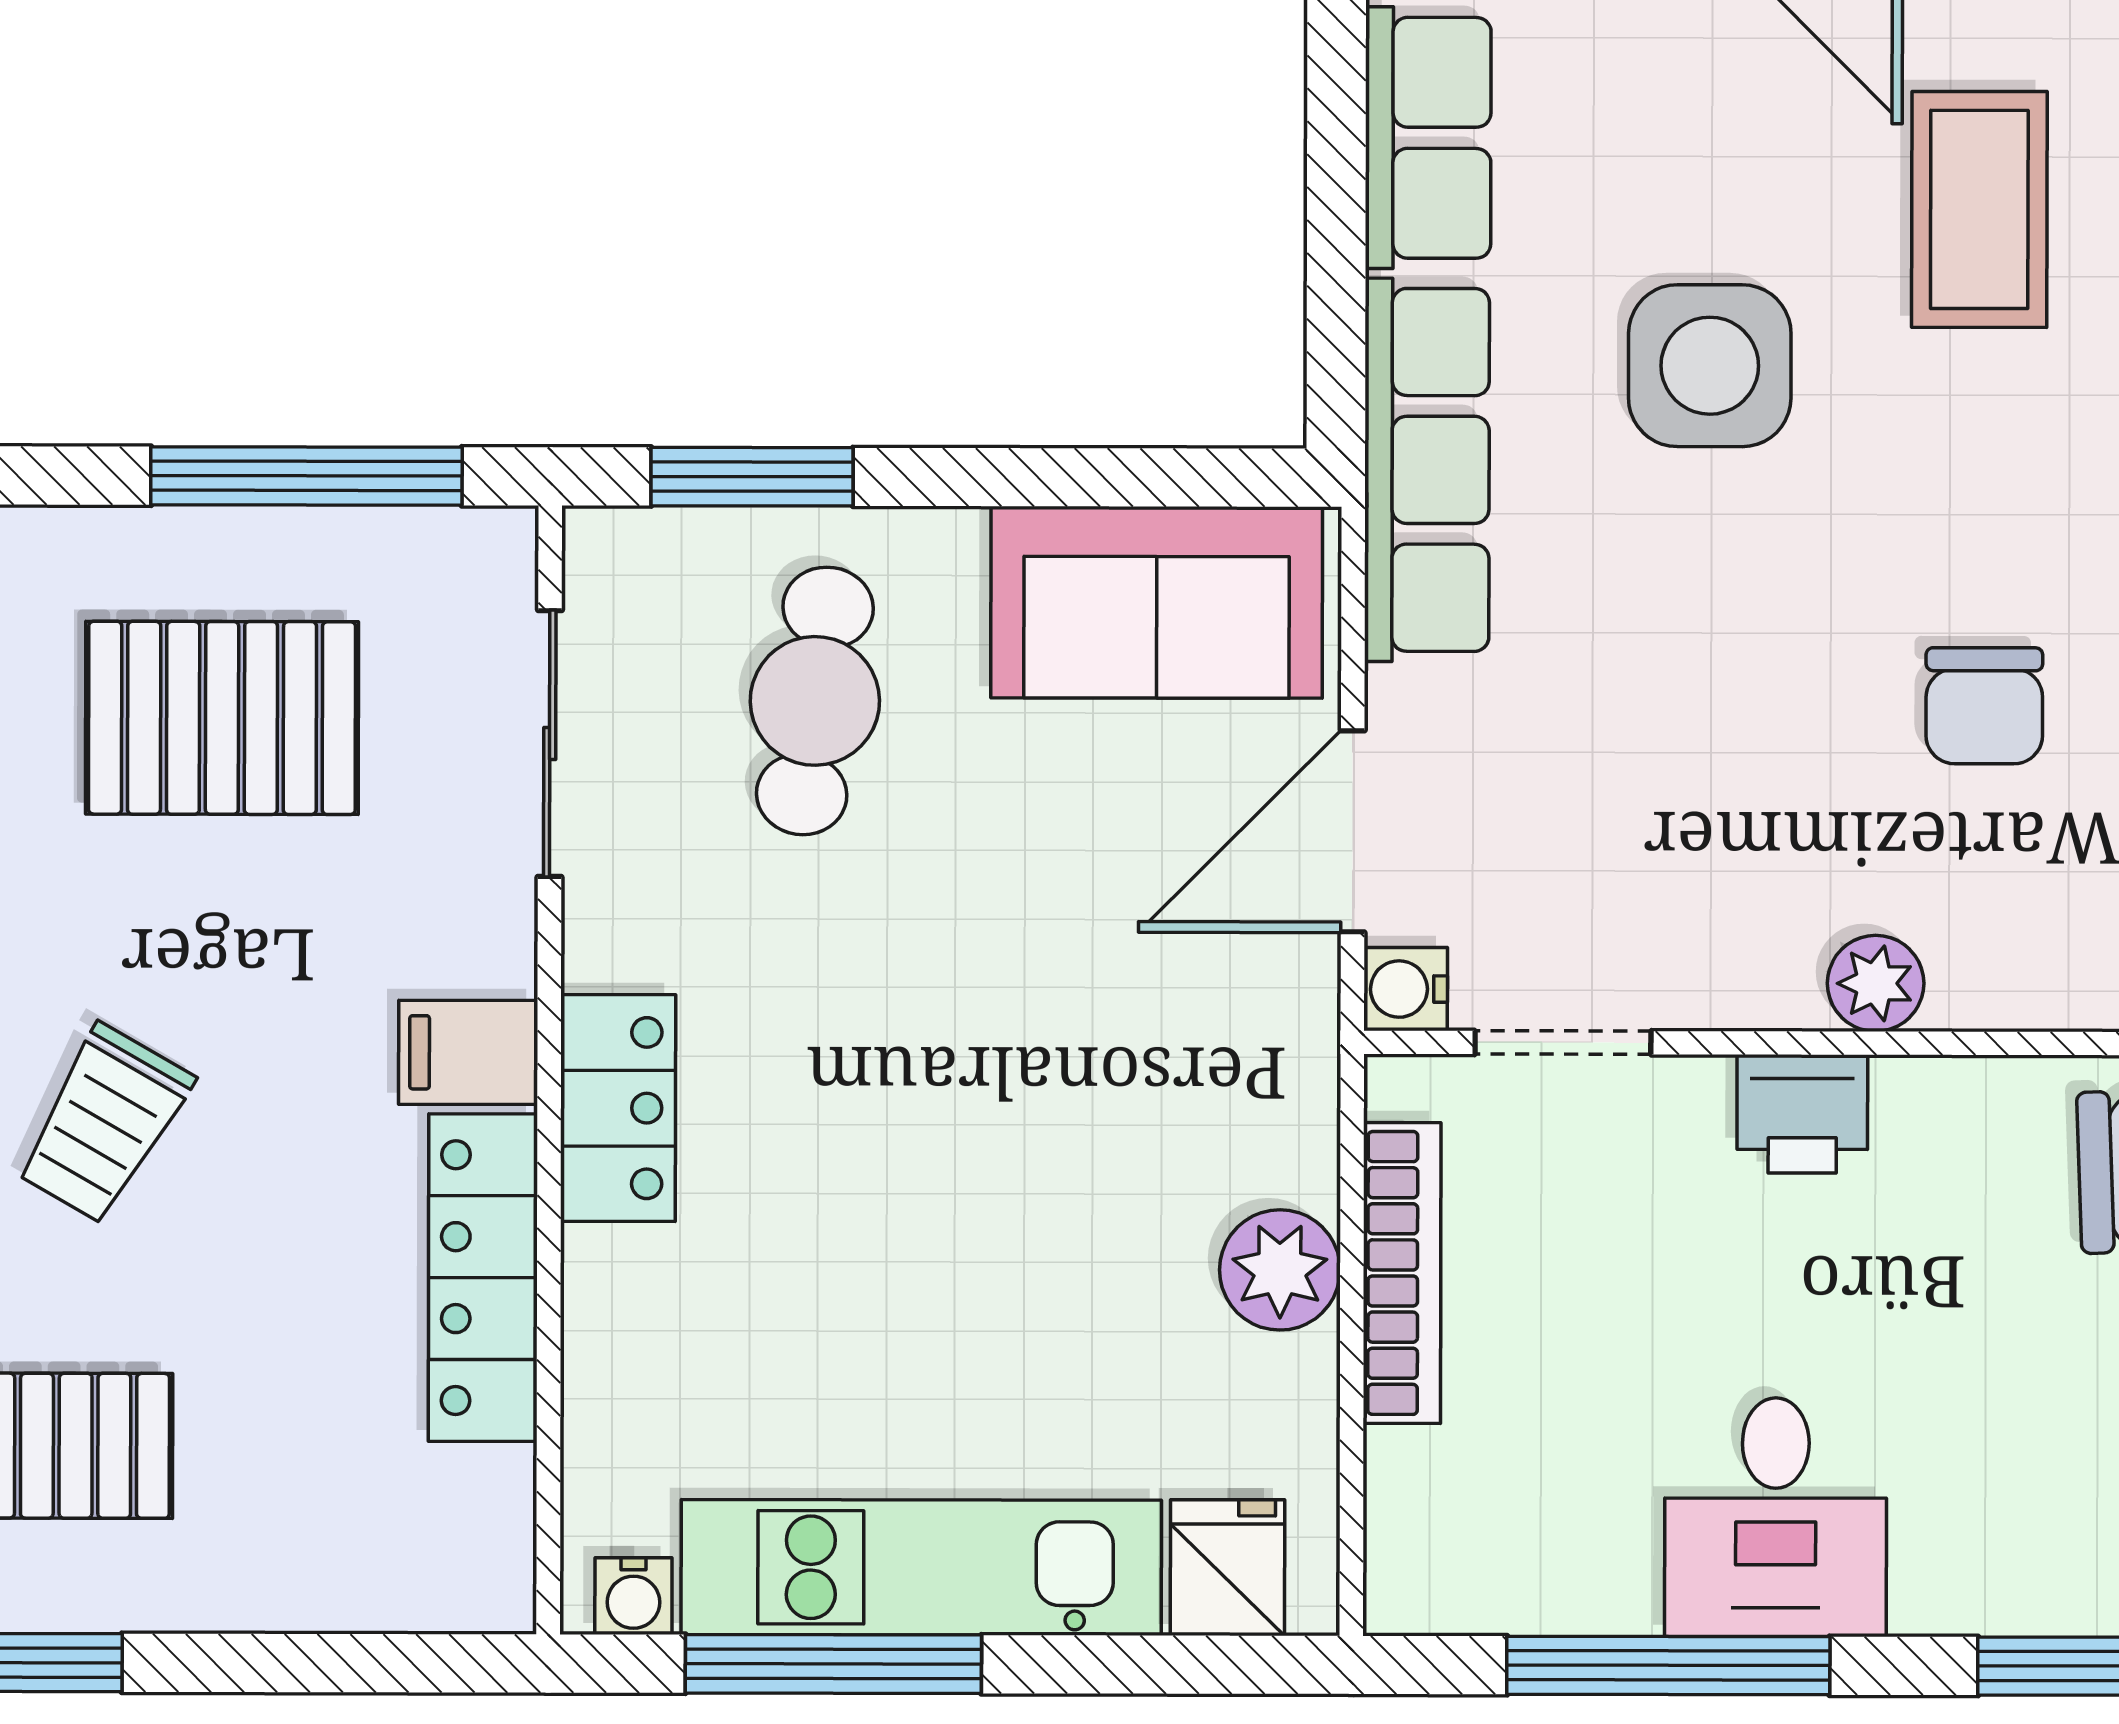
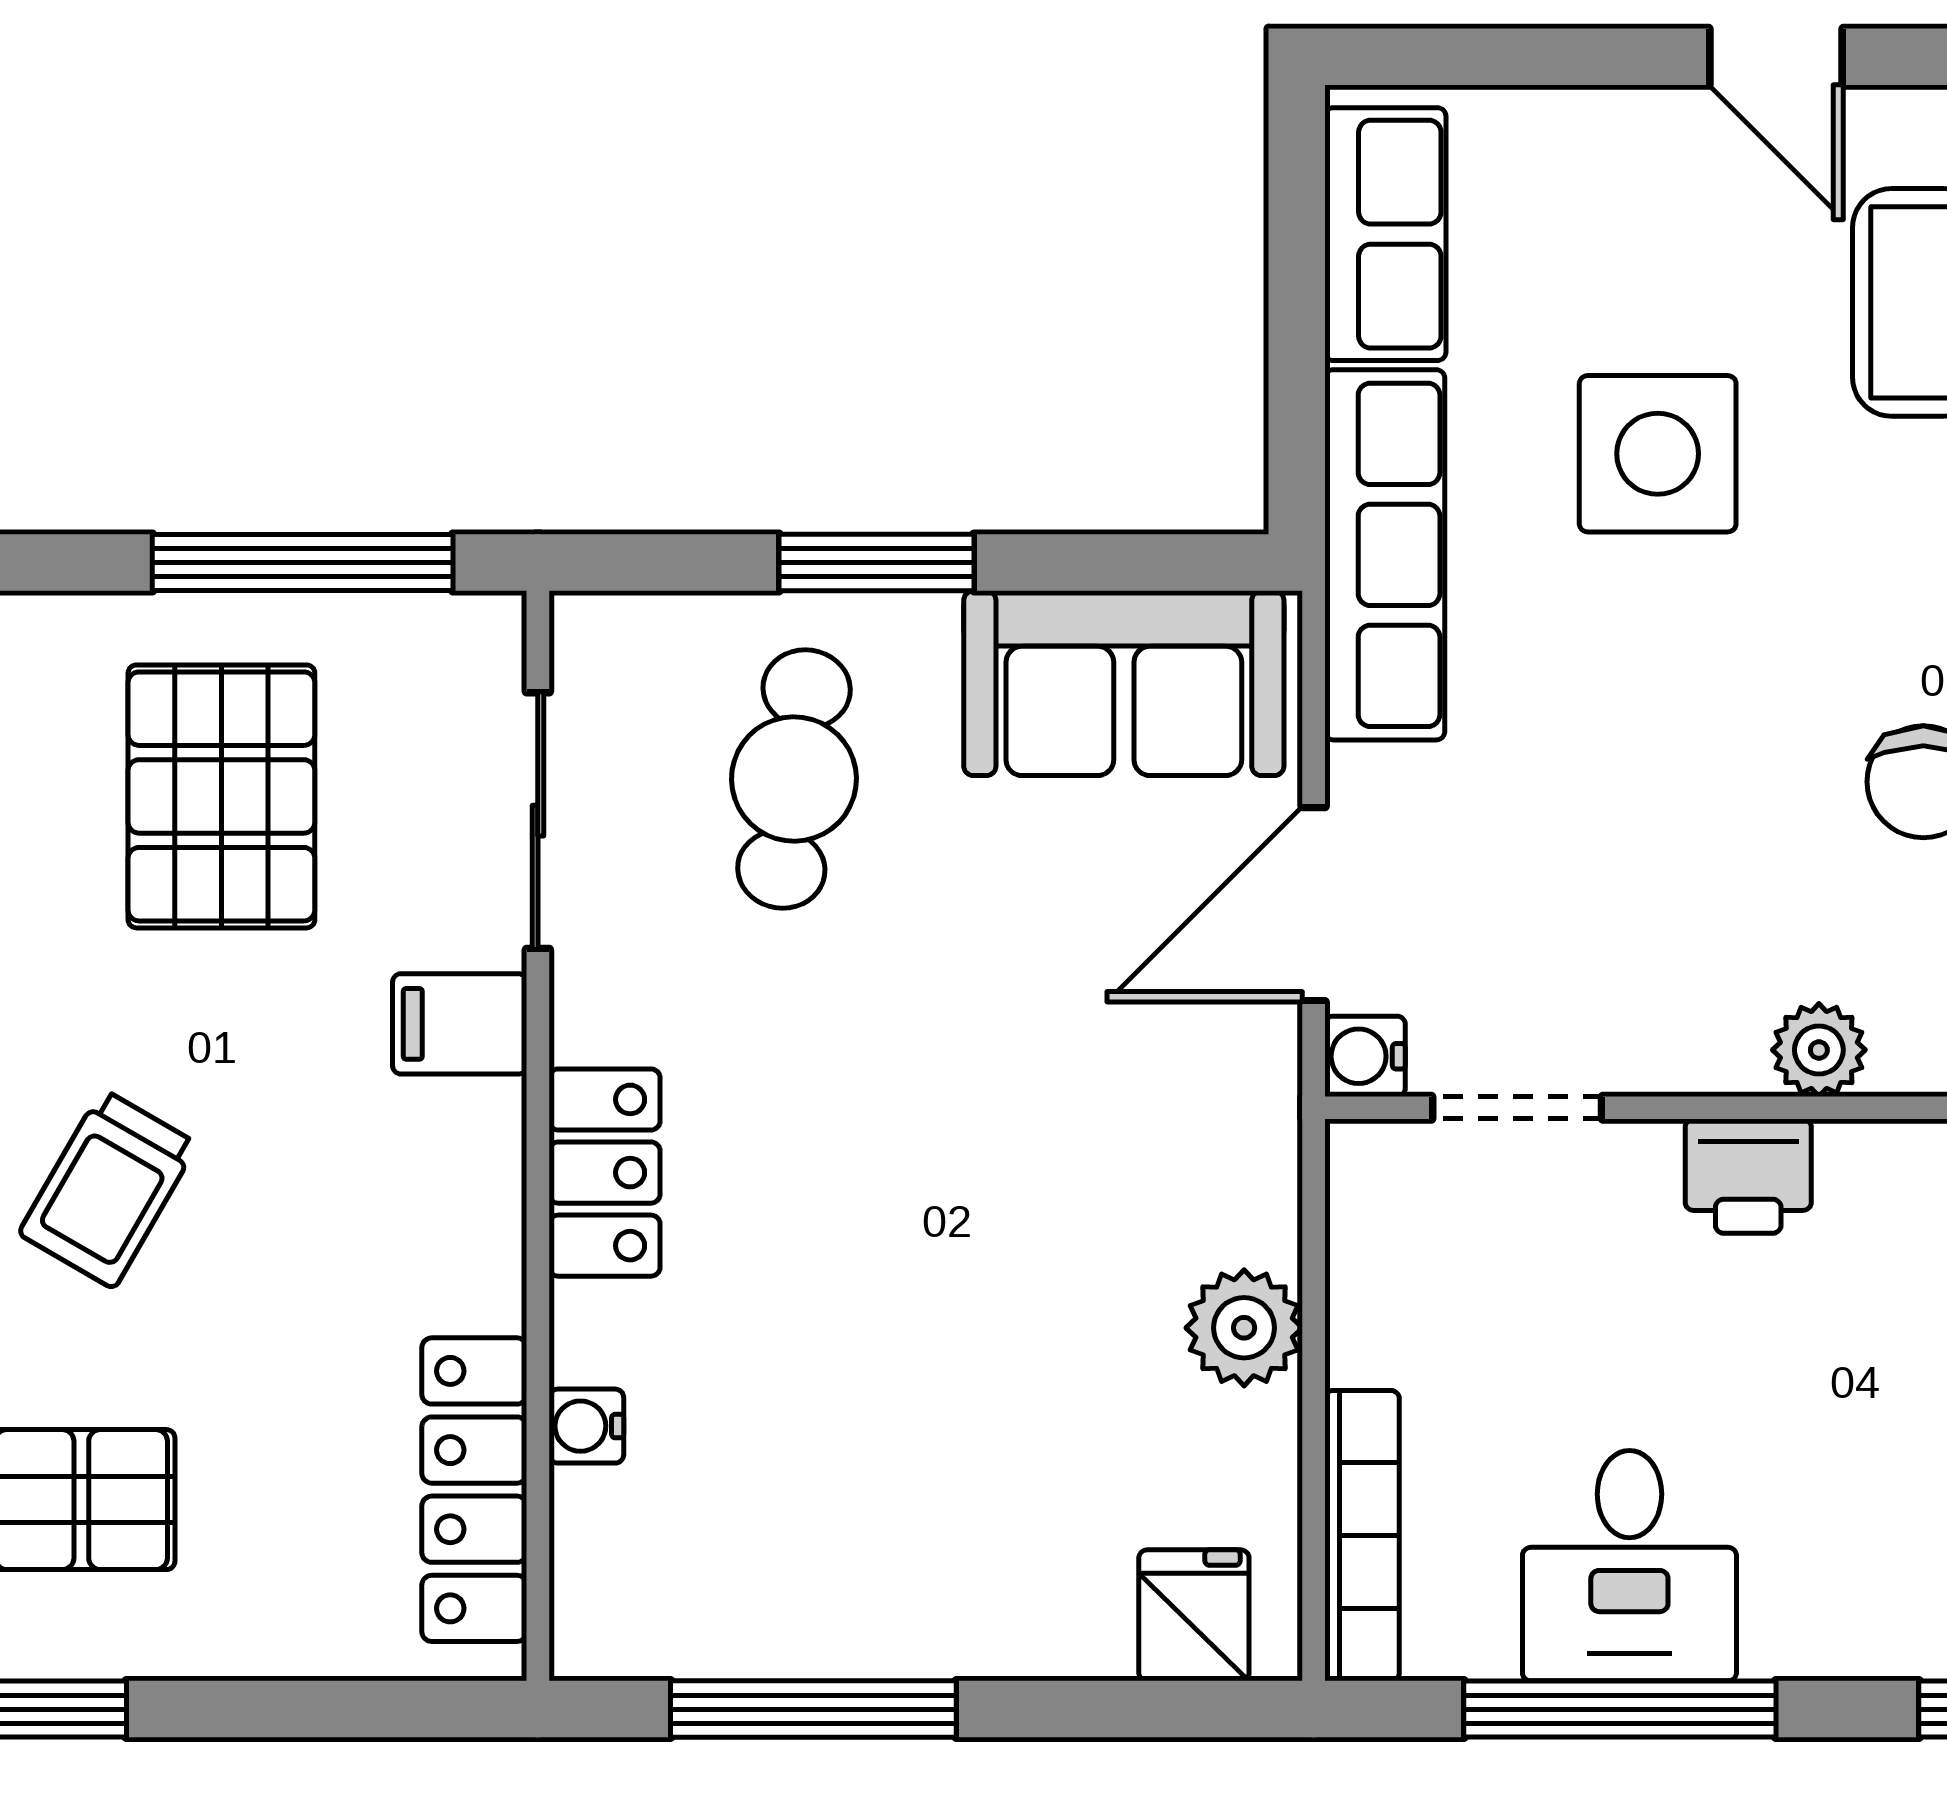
window: (752, 477) -> (876, 563), moved
pallet: (222, 718) -> (221, 796), turned 90
filing cabinet: (468, 1052) -> (460, 1024), moved
bookcase: (1402, 1273) -> (1362, 1536), moved
locker: (483, 1278) -> (474, 1490), moved
desk: (1776, 1517) -> (1629, 1566), moved
kitchen unit: (921, 1567) -> (898, 1616), removed
water cooler: (633, 1596) -> (586, 1426), moved, turned 90

